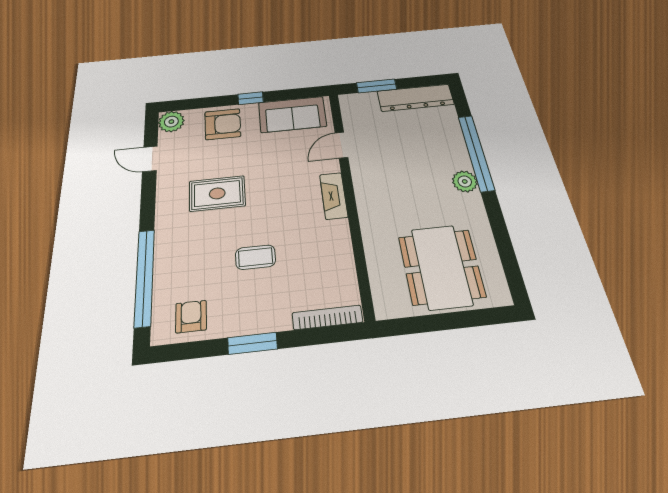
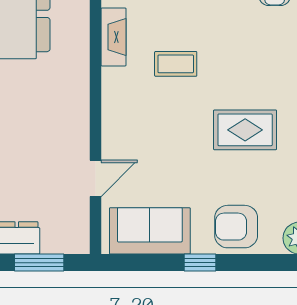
fireplace: (334, 196) -> (113, 37), moved
coffee table: (255, 257) -> (176, 64), moved

